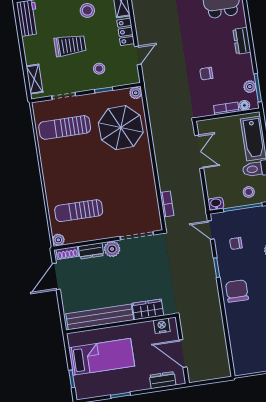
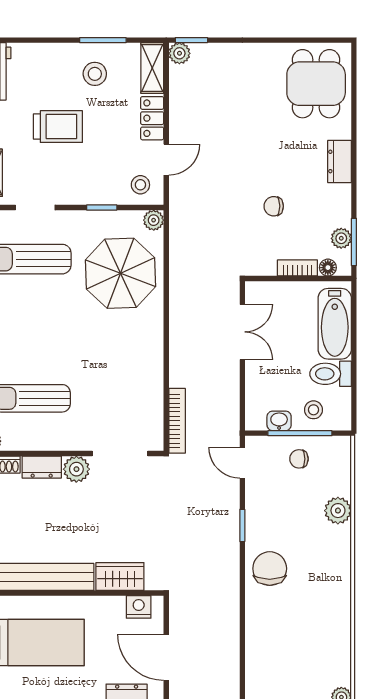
stool: (99, 69) -> (140, 185), moved
bookcase: (167, 204) -> (177, 421), width x1.56
washbasin: (216, 204) -> (279, 421), moved
chair: (236, 243) -> (299, 459), moved

